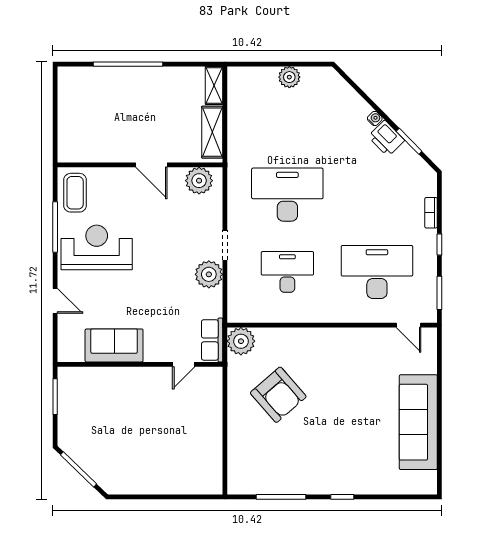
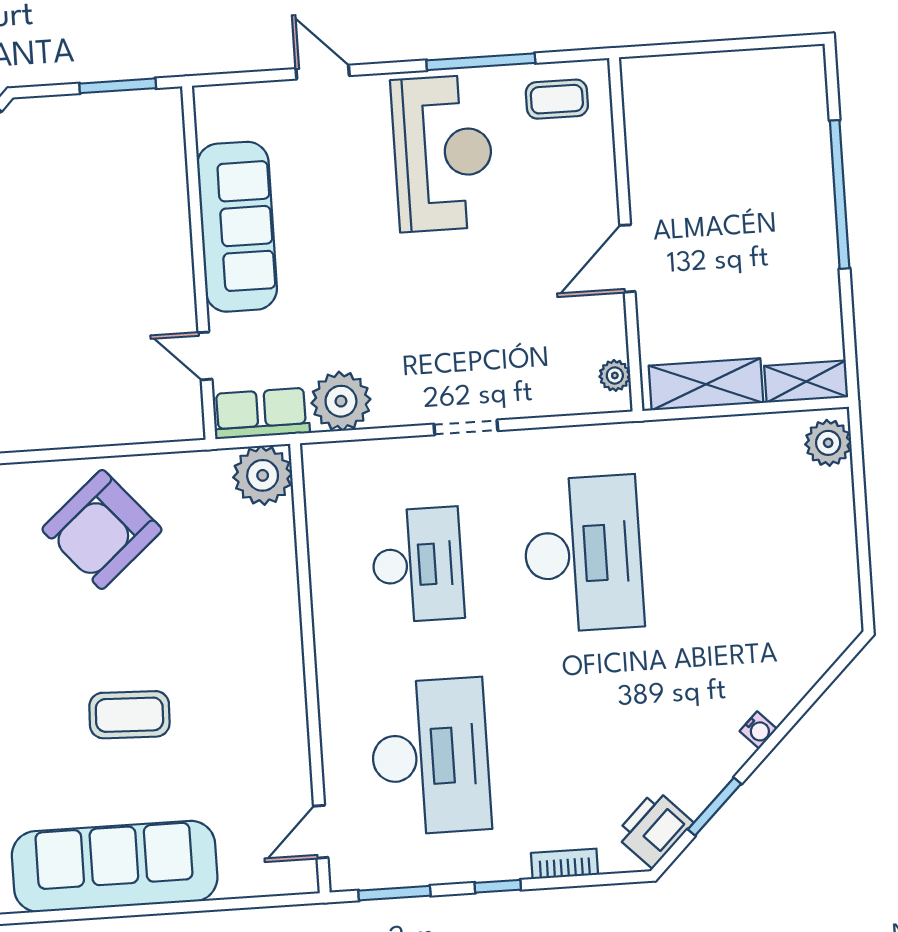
plant: (289, 77) -> (828, 443), moved
printer: (386, 138) -> (654, 829), moved
plant: (199, 181) -> (615, 375), width x0.53, depth x0.53
coffee table: (75, 193) -> (557, 99), width x0.73, depth x0.77
plant: (209, 274) -> (341, 401), moved
door: (55, 301) -> (323, 72), swing flipped
sofa: (114, 345) -> (237, 227), width x1.36
armchair: (278, 395) -> (102, 530), moved
coffee table: (348, 411) -> (129, 715), added

